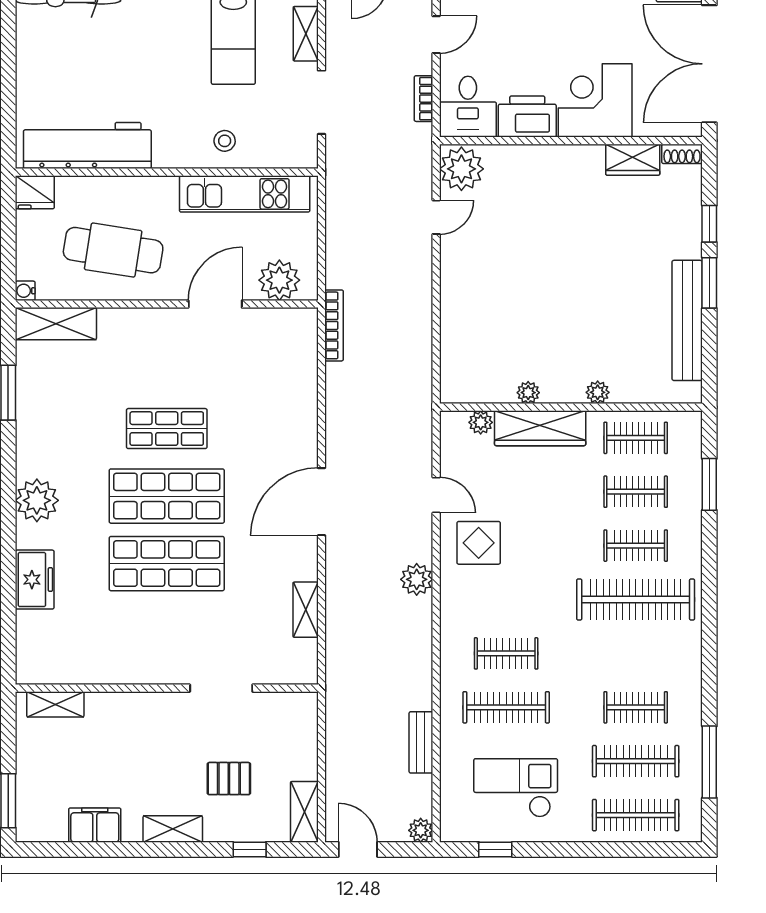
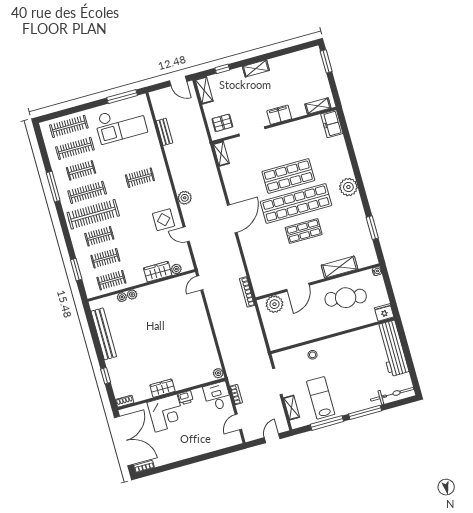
printer: (527, 117) -> (186, 398), width x0.53, depth x0.68
workbench: (87, 146) -> (392, 348), moved, turned 90
wardrobe: (633, 160) -> (162, 388), moved
plant: (461, 169) -> (218, 373), width x0.53, depth x0.53
kitchen unit: (245, 194) -> (298, 335), removed
door: (436, 217) -> (200, 283), moved
window: (709, 283) -> (99, 352), removed
shelving: (56, 324) -> (340, 267), moved
plant: (528, 393) -> (122, 297), moved
wardrobe: (540, 428) -> (158, 272), width x0.67
shop shelf: (167, 496) -> (296, 203), width x1.40
freezer: (35, 580) -> (332, 124), moved
shelving: (306, 610) -> (221, 154), moved
clothes rail: (506, 707) -> (87, 192), moved
window: (709, 762) -> (53, 187), moved
pallet: (229, 779) -> (222, 123), moved
checkout: (516, 788) -> (121, 124), width x1.36, depth x1.21
filing cabinet: (95, 825) -> (279, 115), moved, turned 180
plant: (421, 830) -> (155, 96), removed
window: (495, 849) -> (122, 97), width x2.17

